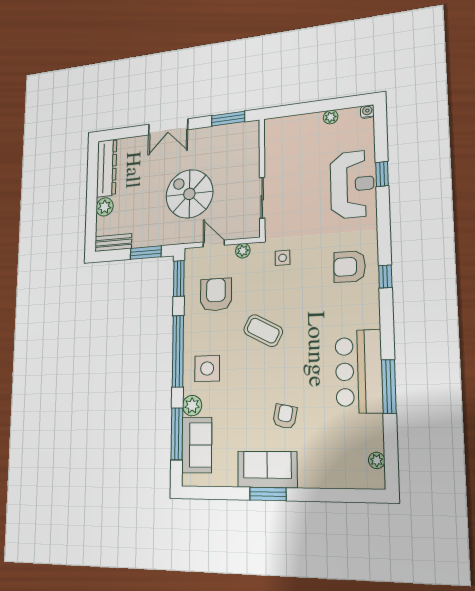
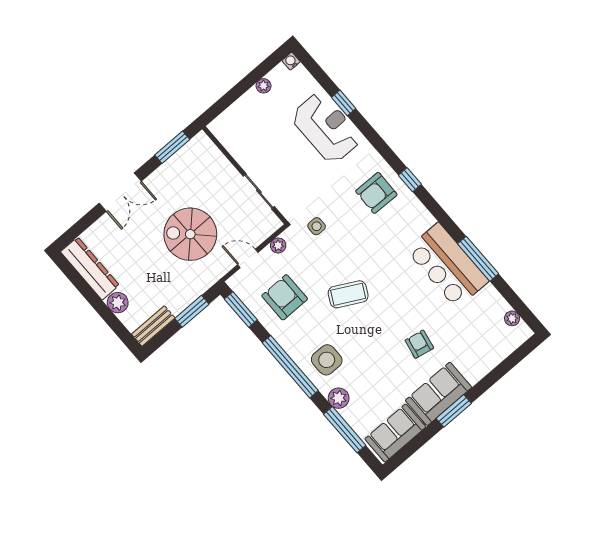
sofa: (197, 445) -> (395, 433), moved, turned -90

